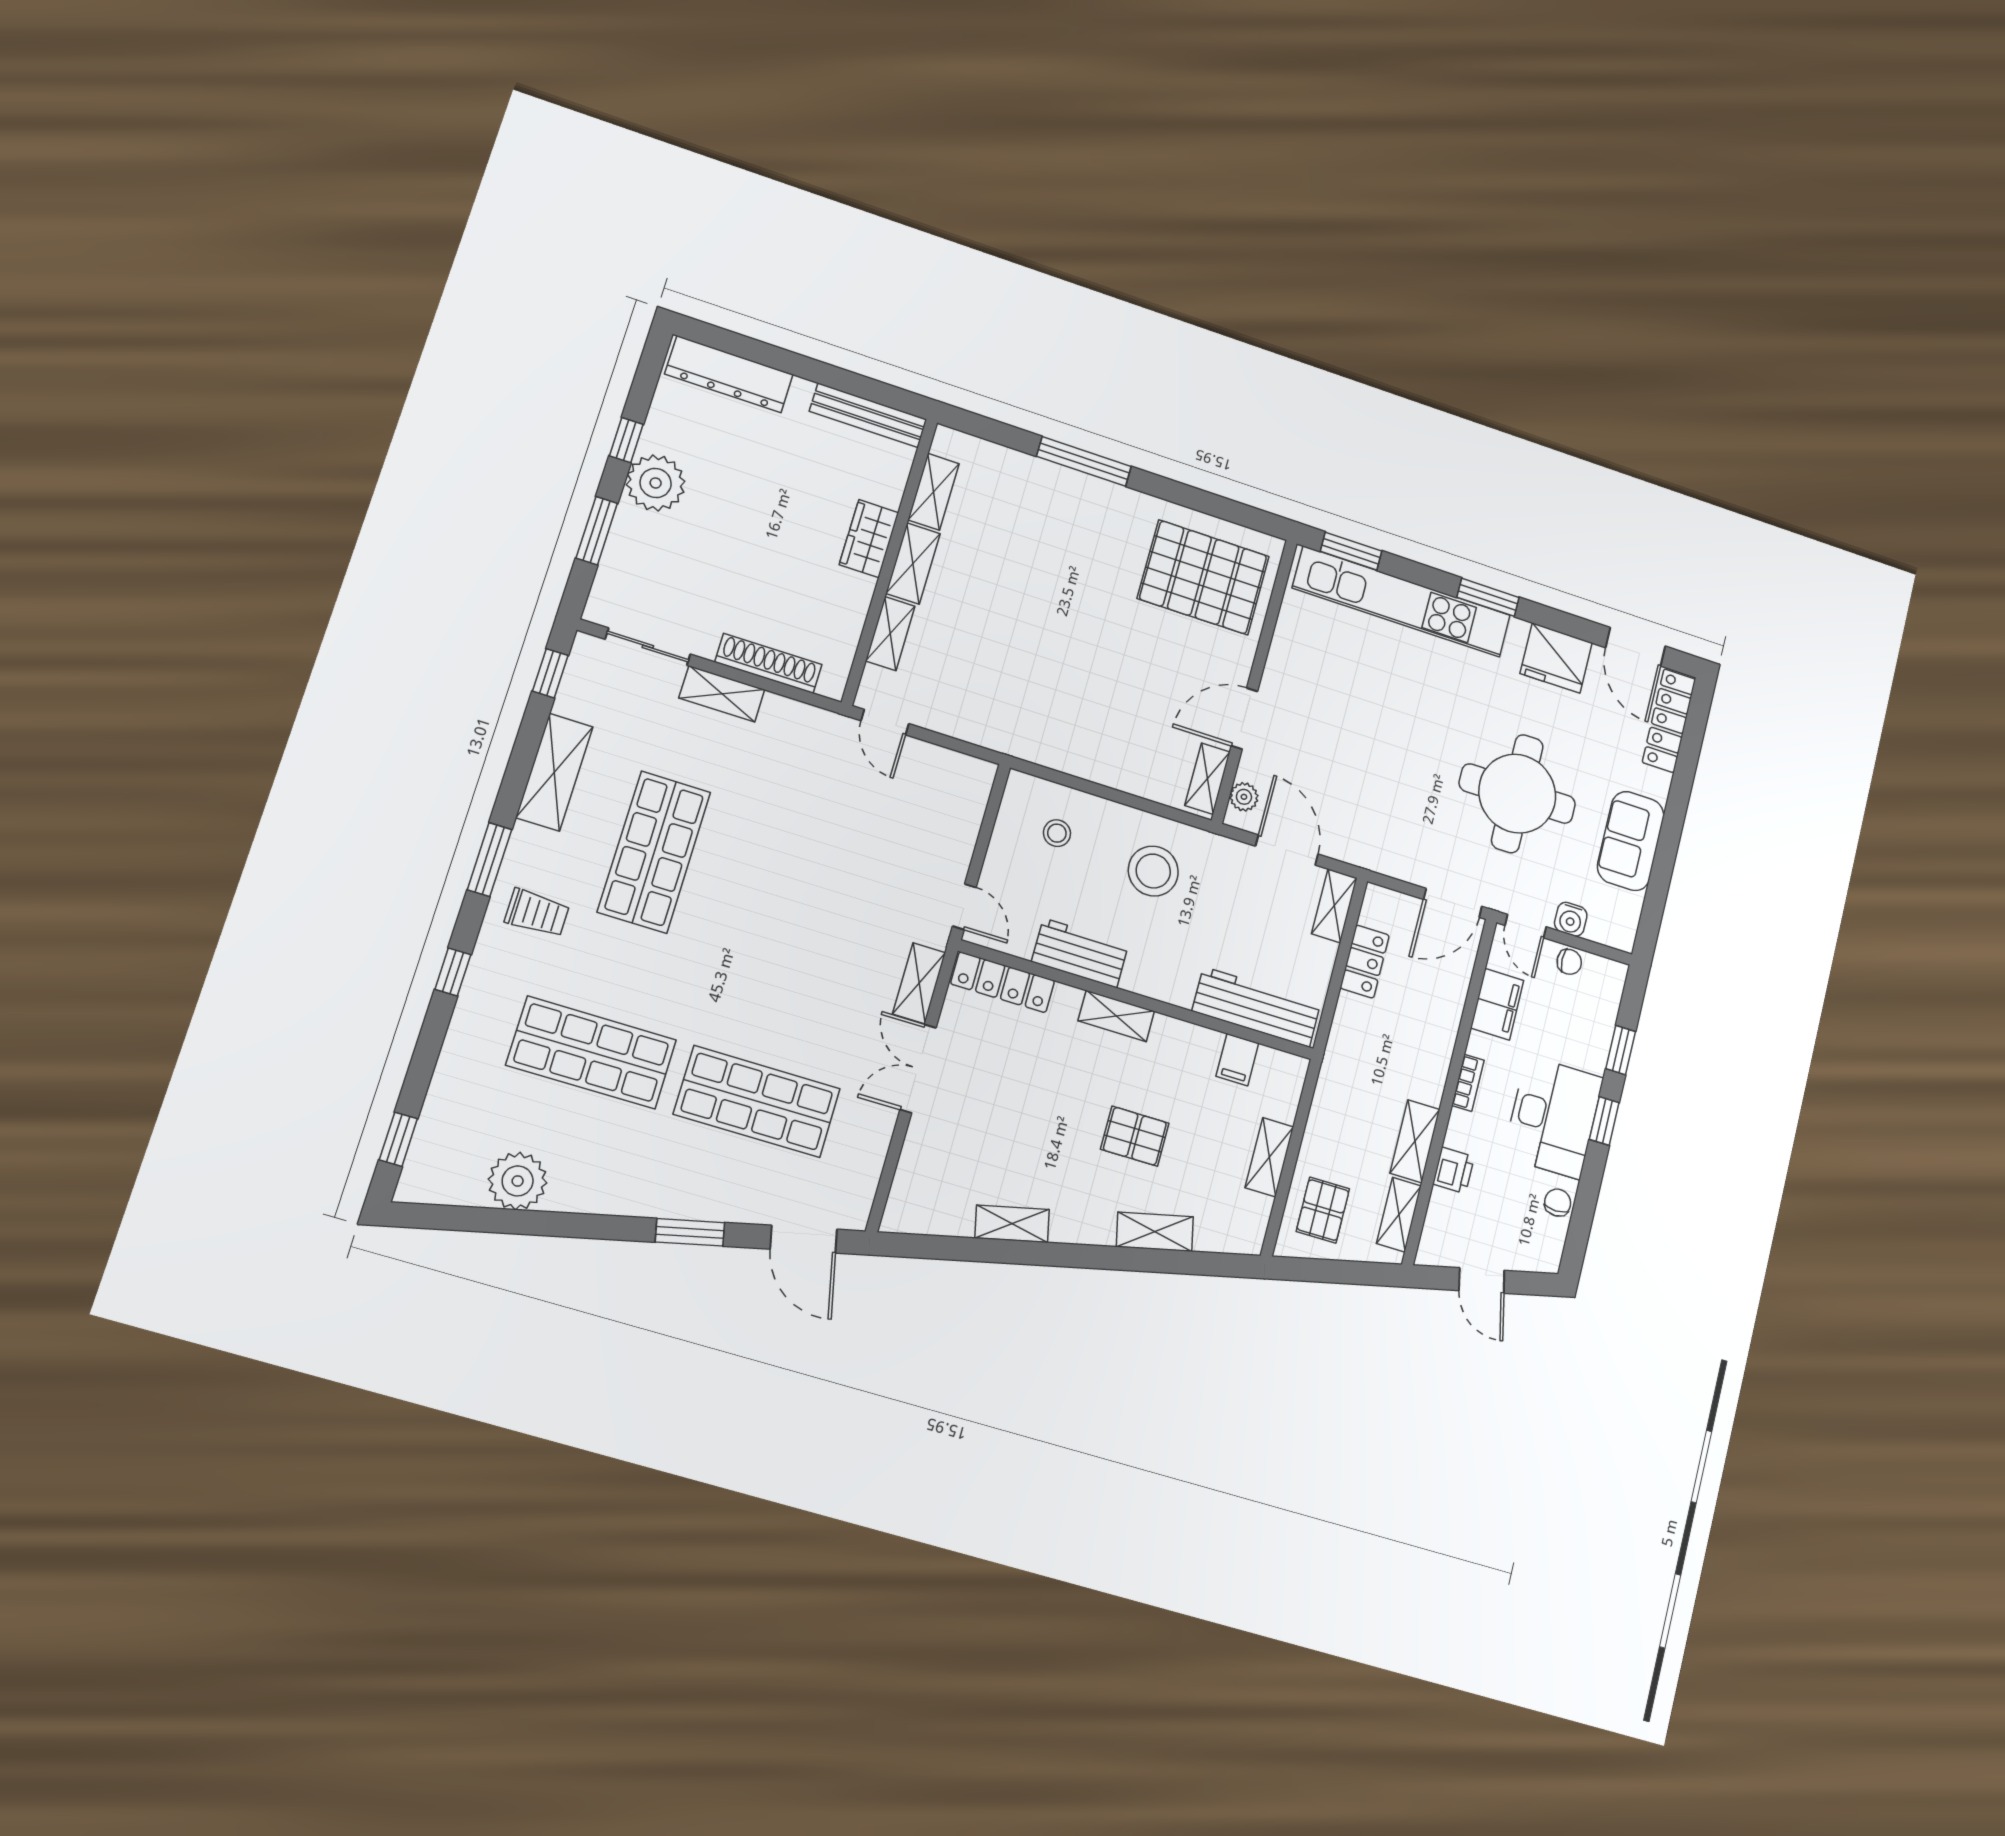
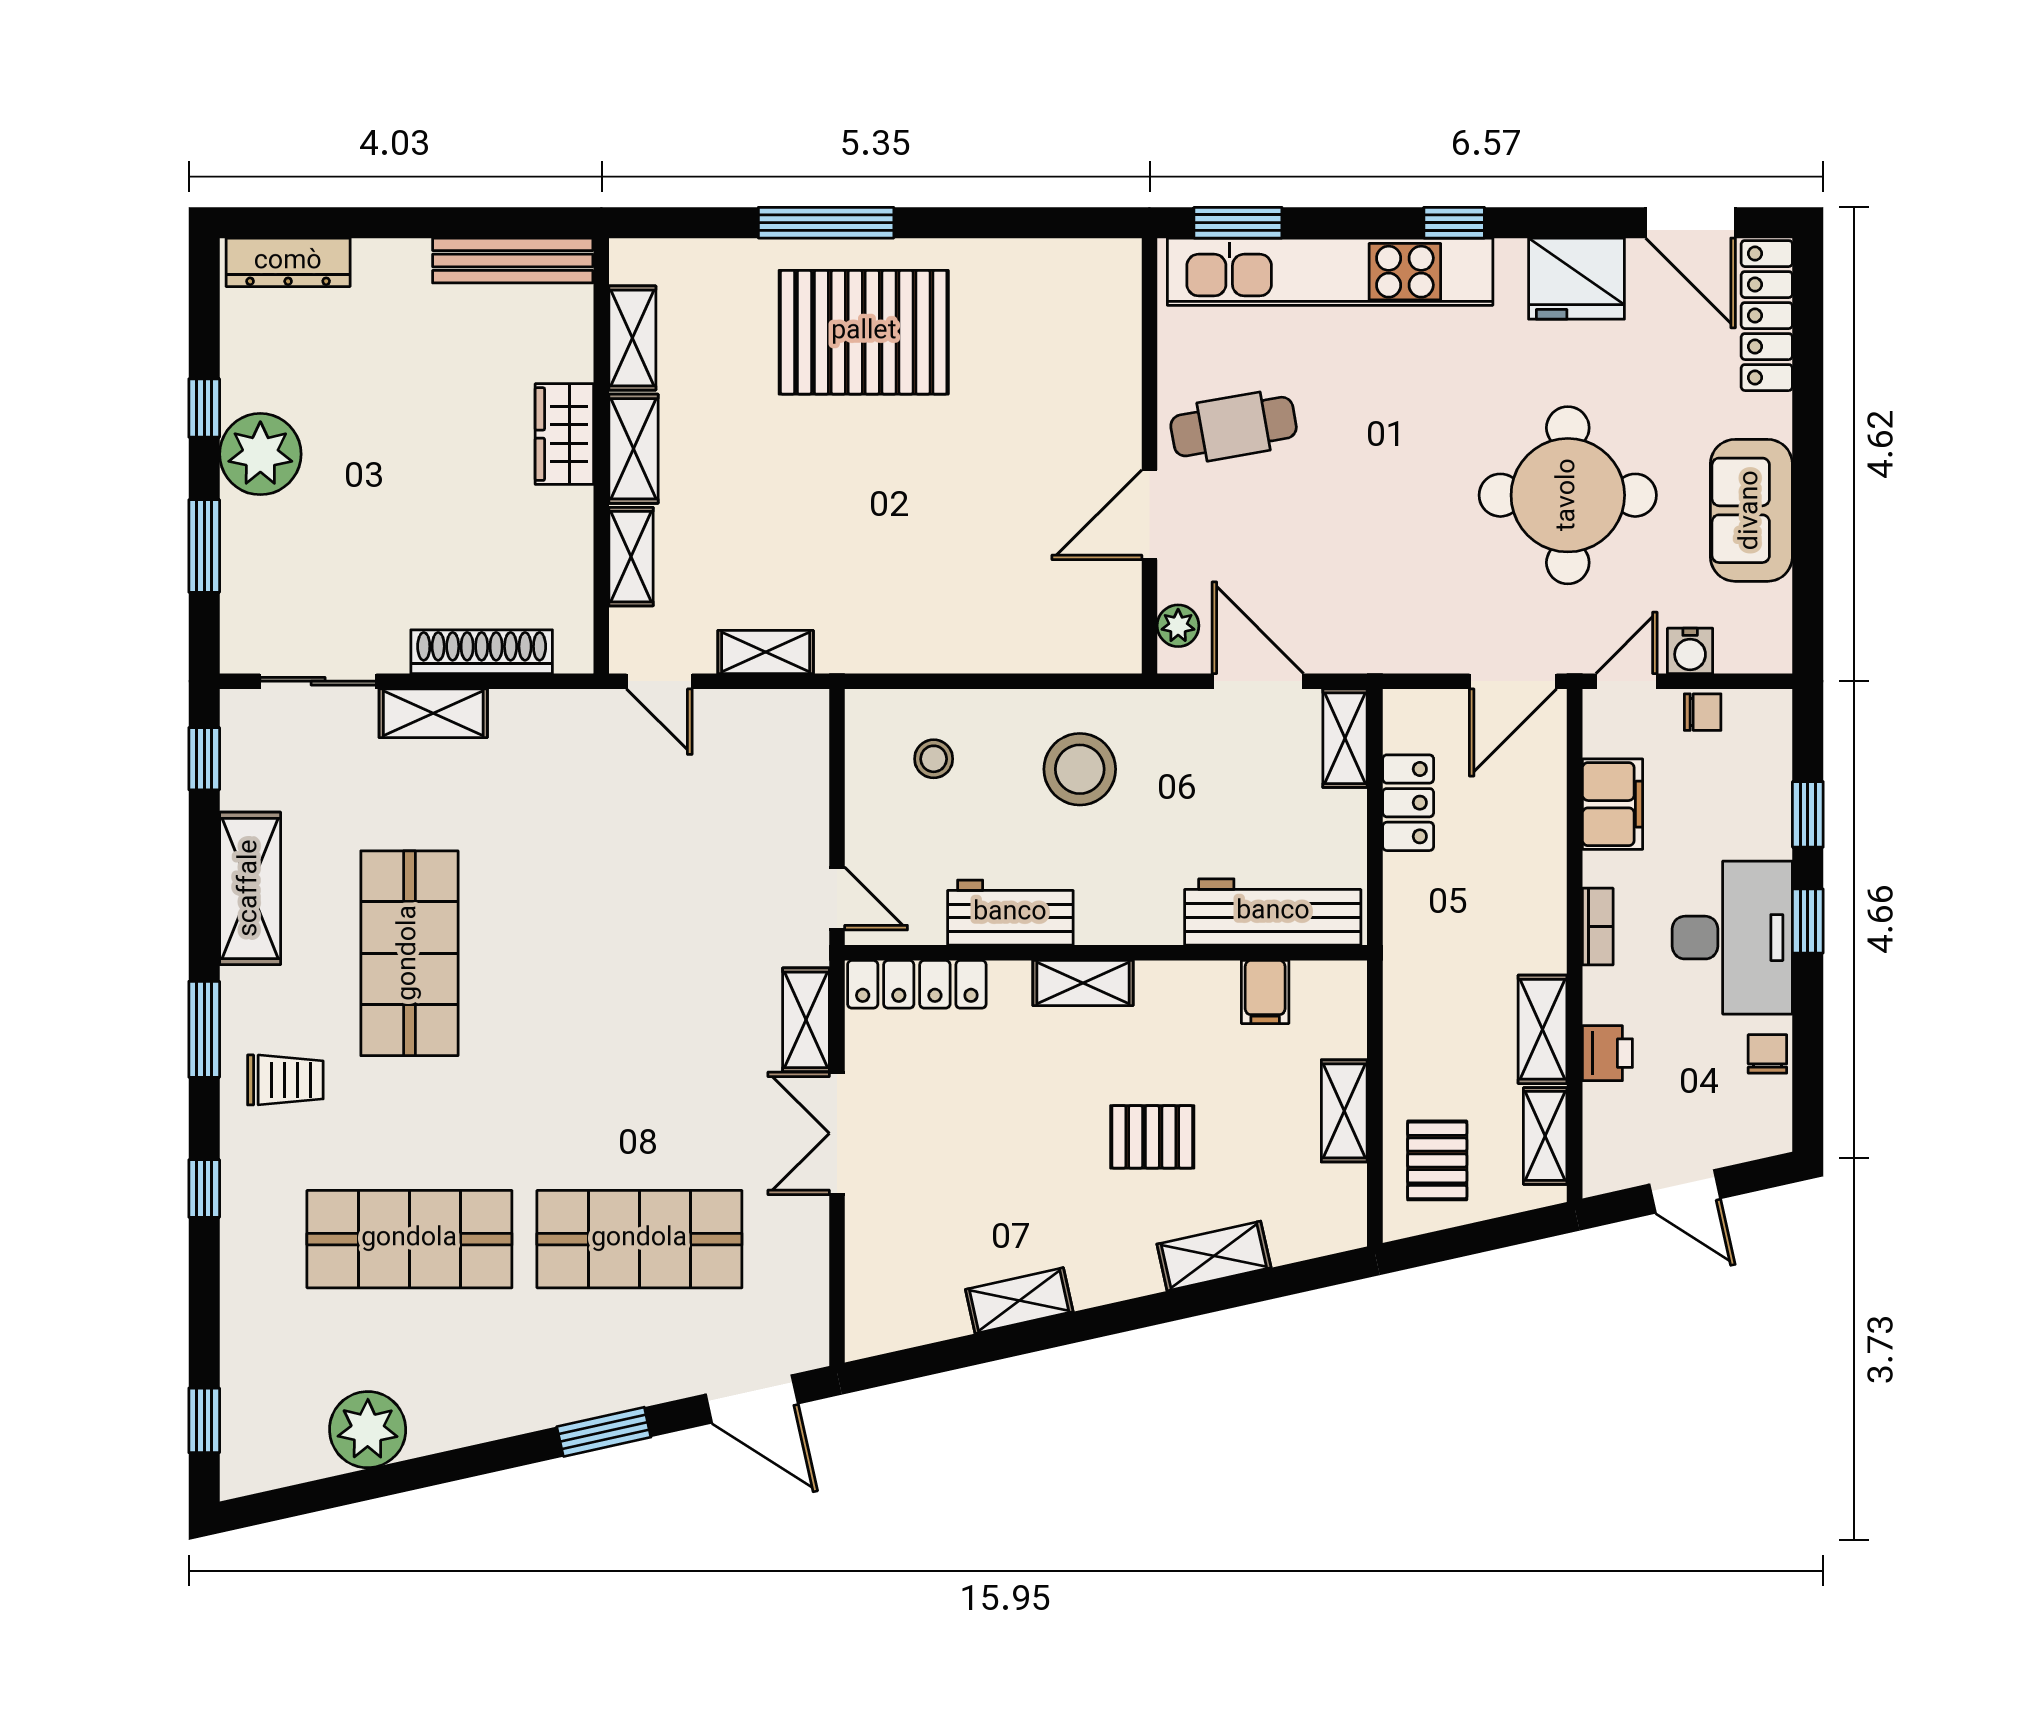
dresser: (729, 374) -> (288, 262), width x0.73, depth x0.80
pallet: (1203, 577) -> (864, 332), moved
window: (1488, 597) -> (1454, 223), width x0.67
cafe table: (1314, 680) -> (1234, 427), added
shelving: (1207, 779) -> (766, 652), moved, turned 90
door: (1526, 926) -> (1627, 681), swing flipped

